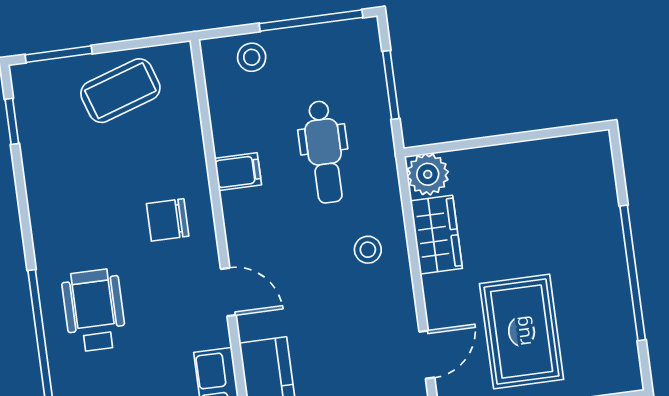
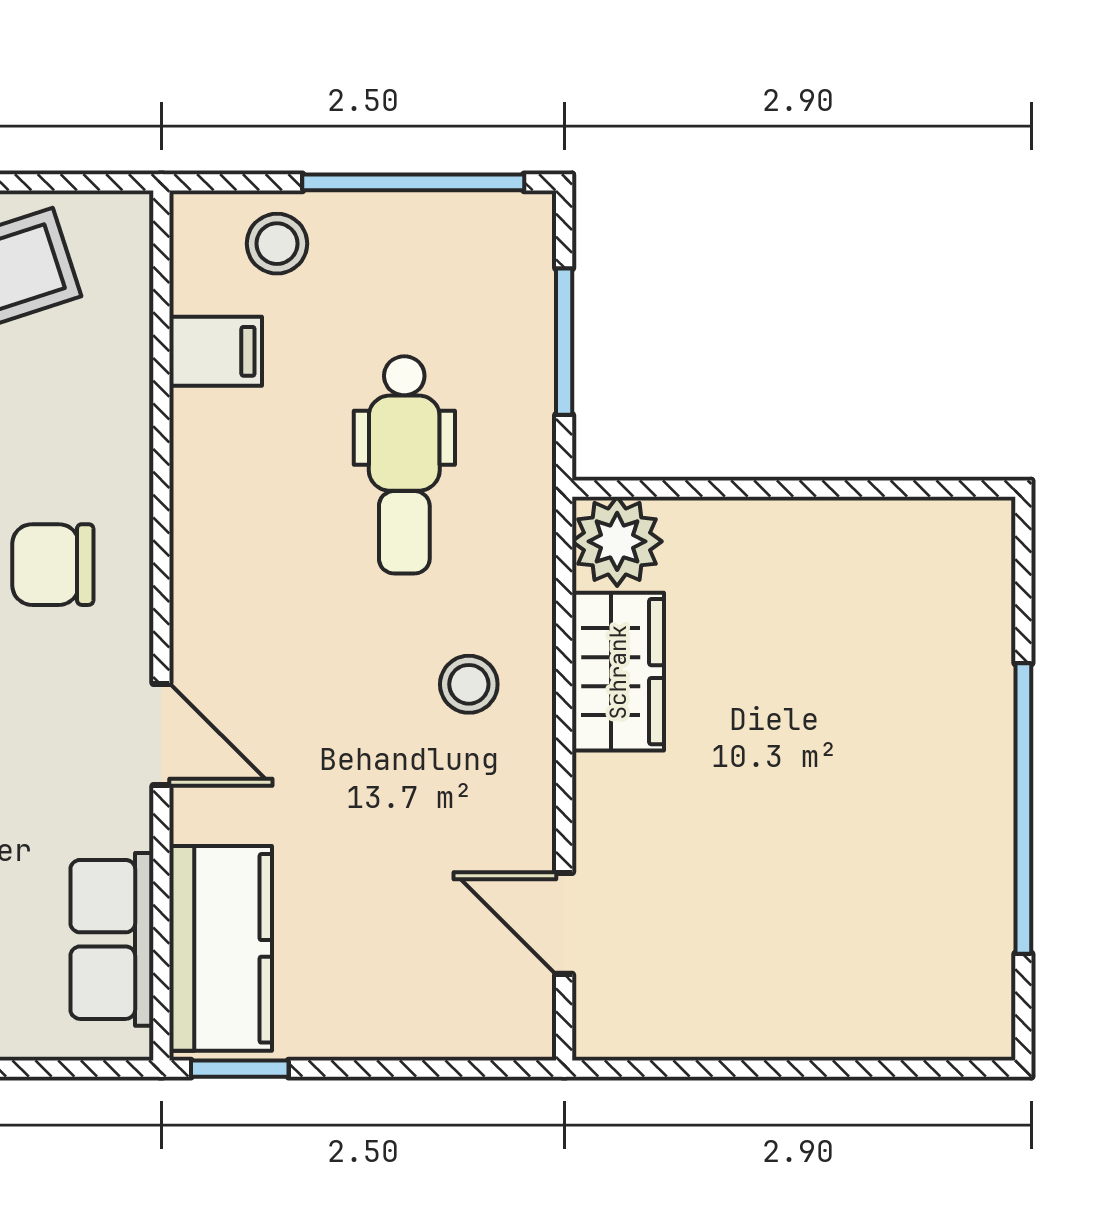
filing cabinet: (238, 172) -> (216, 351), moved
rug: (522, 331) -> (771, 901), removed
door: (427, 355) -> (564, 923), swing flipped

